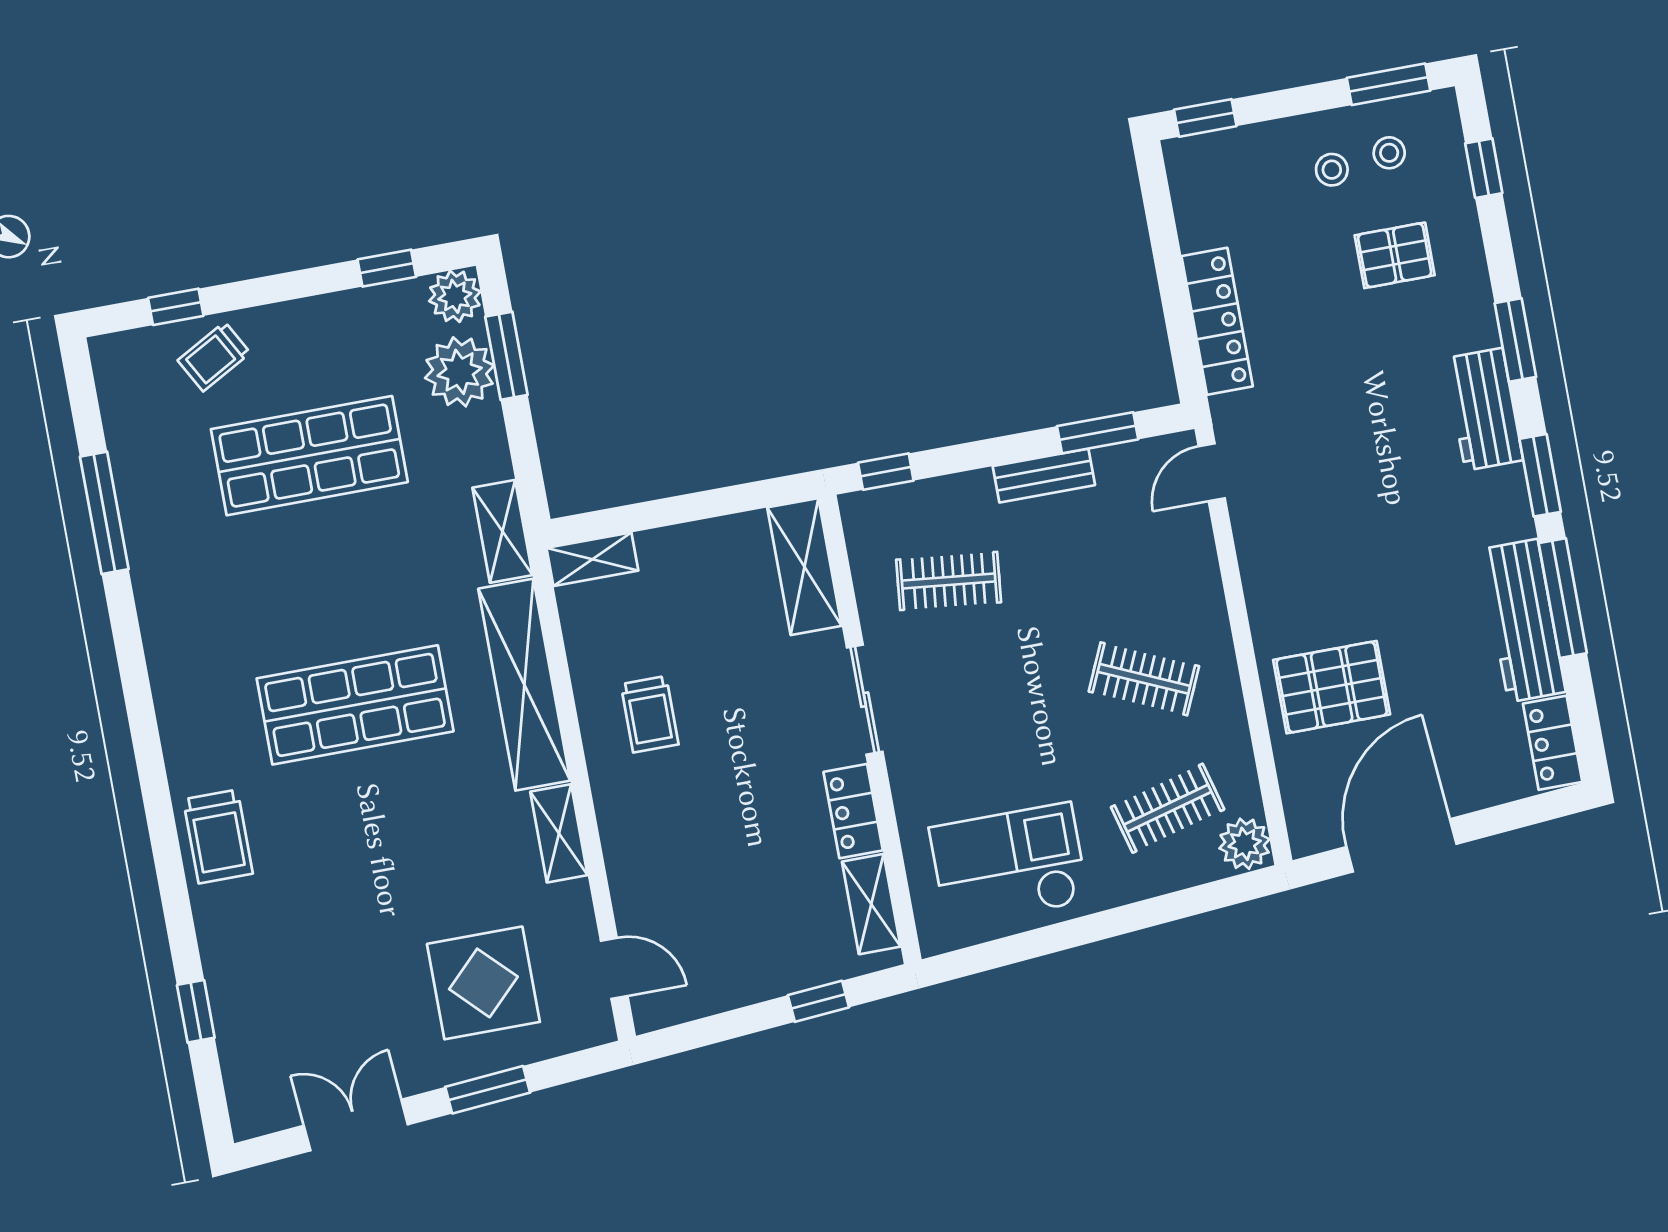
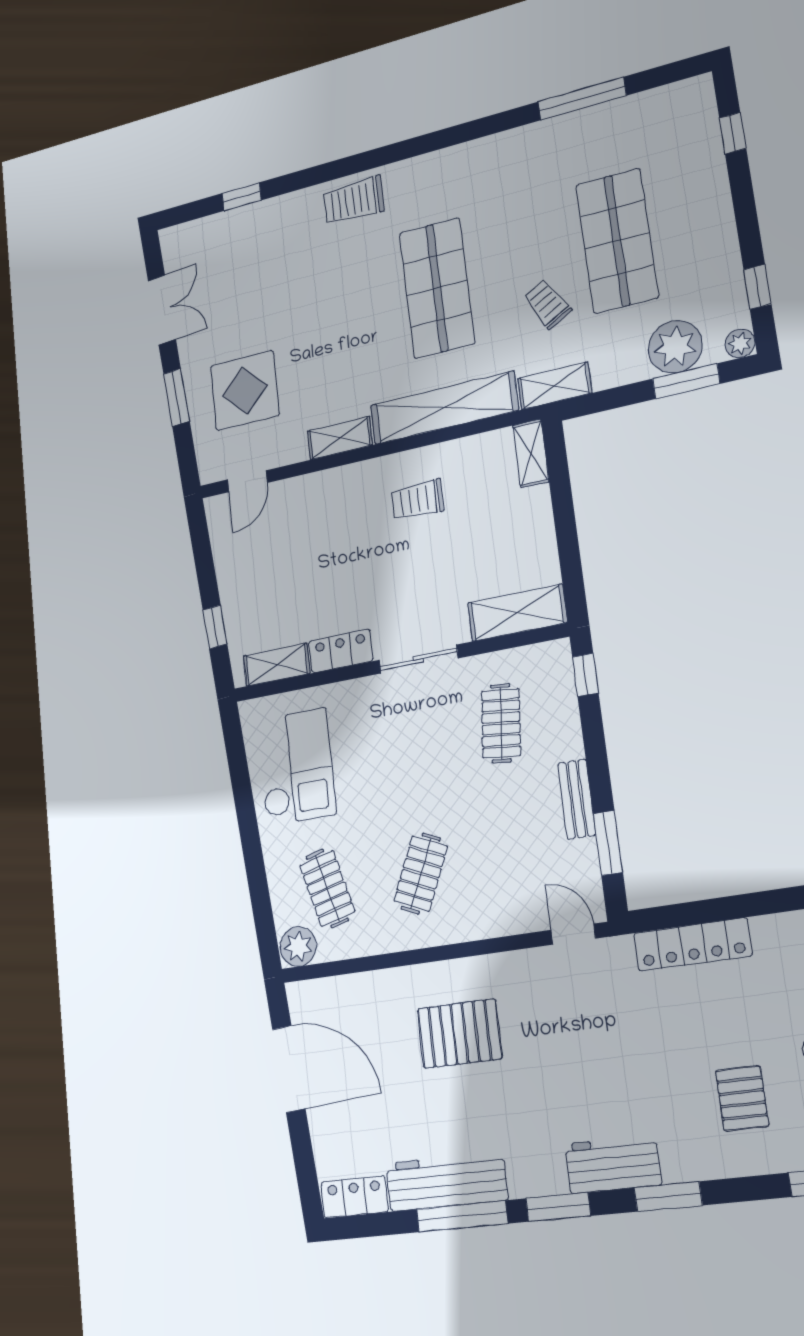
plant: (455, 296) -> (740, 343), width x0.73, depth x0.73
trolley: (214, 357) -> (548, 304), moved
pallet: (1332, 687) -> (459, 1034), moved, turned 90

